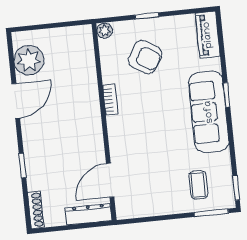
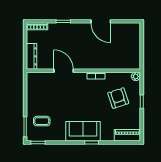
armchair: (145, 57) -> (118, 98), turned 130
plant: (29, 60) -> (123, 31), removed
sofa: (209, 112) -> (83, 131), width x0.73
door: (110, 180) -> (64, 71), moved

